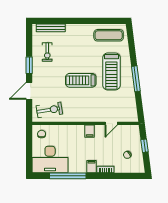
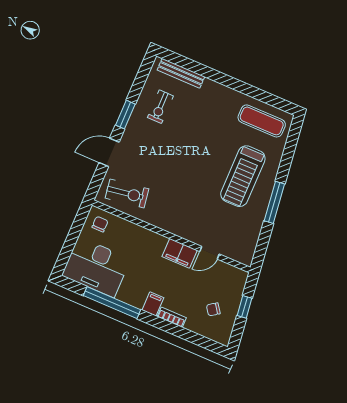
treadmill: (81, 80) -> (192, 170), removed
filing cabinet: (90, 131) -> (180, 253), width x2.00

